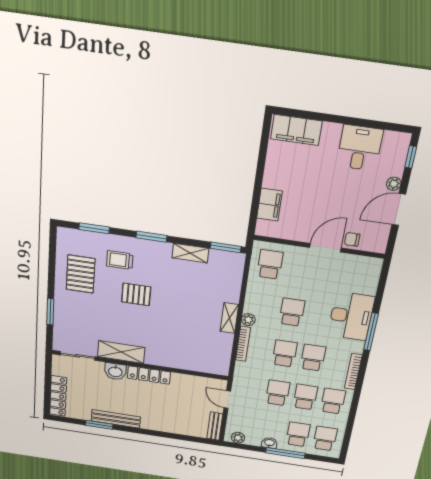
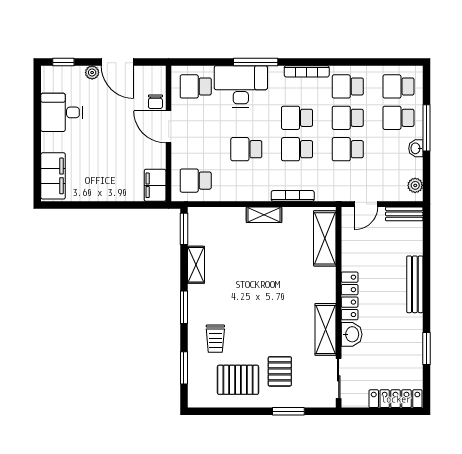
filing cabinet: (269, 205) -> (155, 185), moved, turned -90
school desk: (359, 277) -> (196, 86), added
pallet: (136, 294) -> (280, 371), moved
plant: (248, 320) -> (263, 194), removed
shelving: (202, 363) -> (325, 238), added
bench: (116, 419) -> (415, 284), moved

